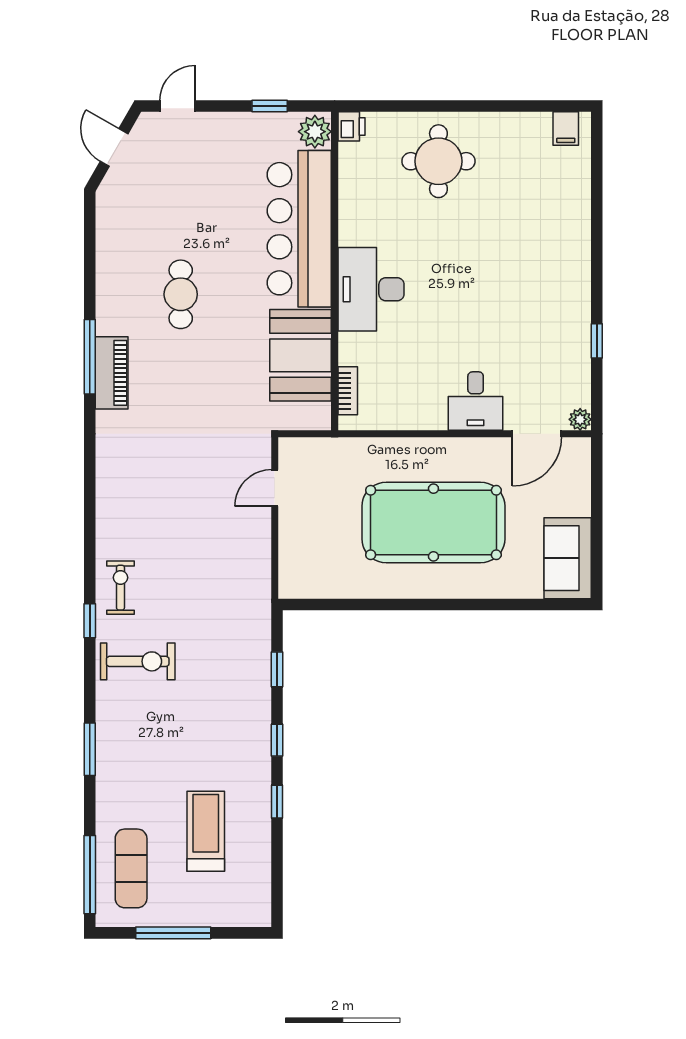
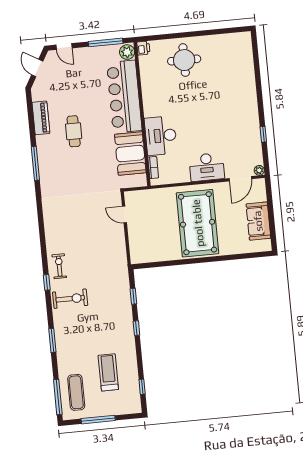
door: (177, 106) -> (64, 46), swing flipped
window: (270, 106) -> (106, 42), width x2.17
filing cabinet: (566, 129) -> (240, 40), removed
desk: (371, 289) -> (161, 136), moved
piano: (112, 373) -> (41, 118), moved
desk: (476, 401) -> (207, 167), width x1.37
door: (275, 488) -> (124, 215), hinge flipped
pool table: (433, 523) -> (198, 223), turned 90
sofa: (568, 558) -> (258, 221), moved
window: (277, 802) -> (142, 387), moved

